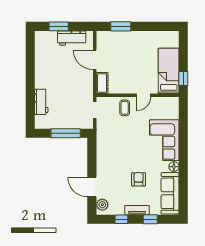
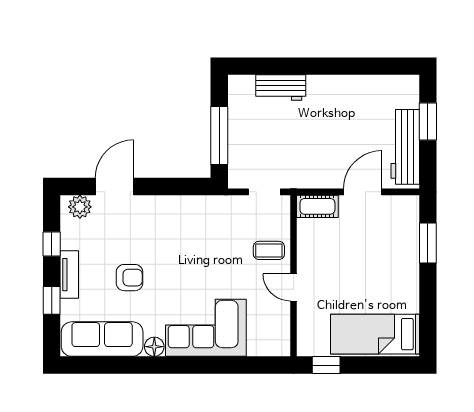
workbench: (72, 38) -> (405, 147), width x1.38
bed: (169, 71) -> (375, 334), moved, turned 180

